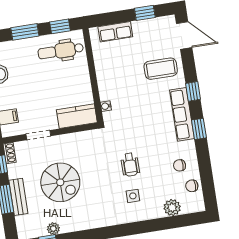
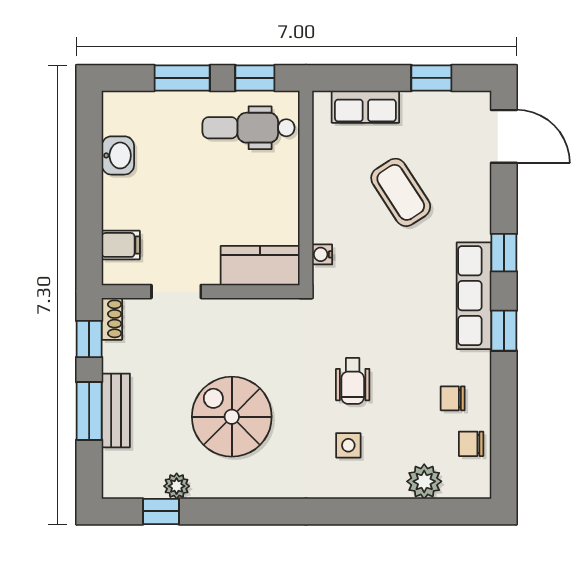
coffee table: (161, 69) -> (401, 192), moved, turned 57
spiral stairs: (60, 182) -> (232, 417), moved, turned 180

